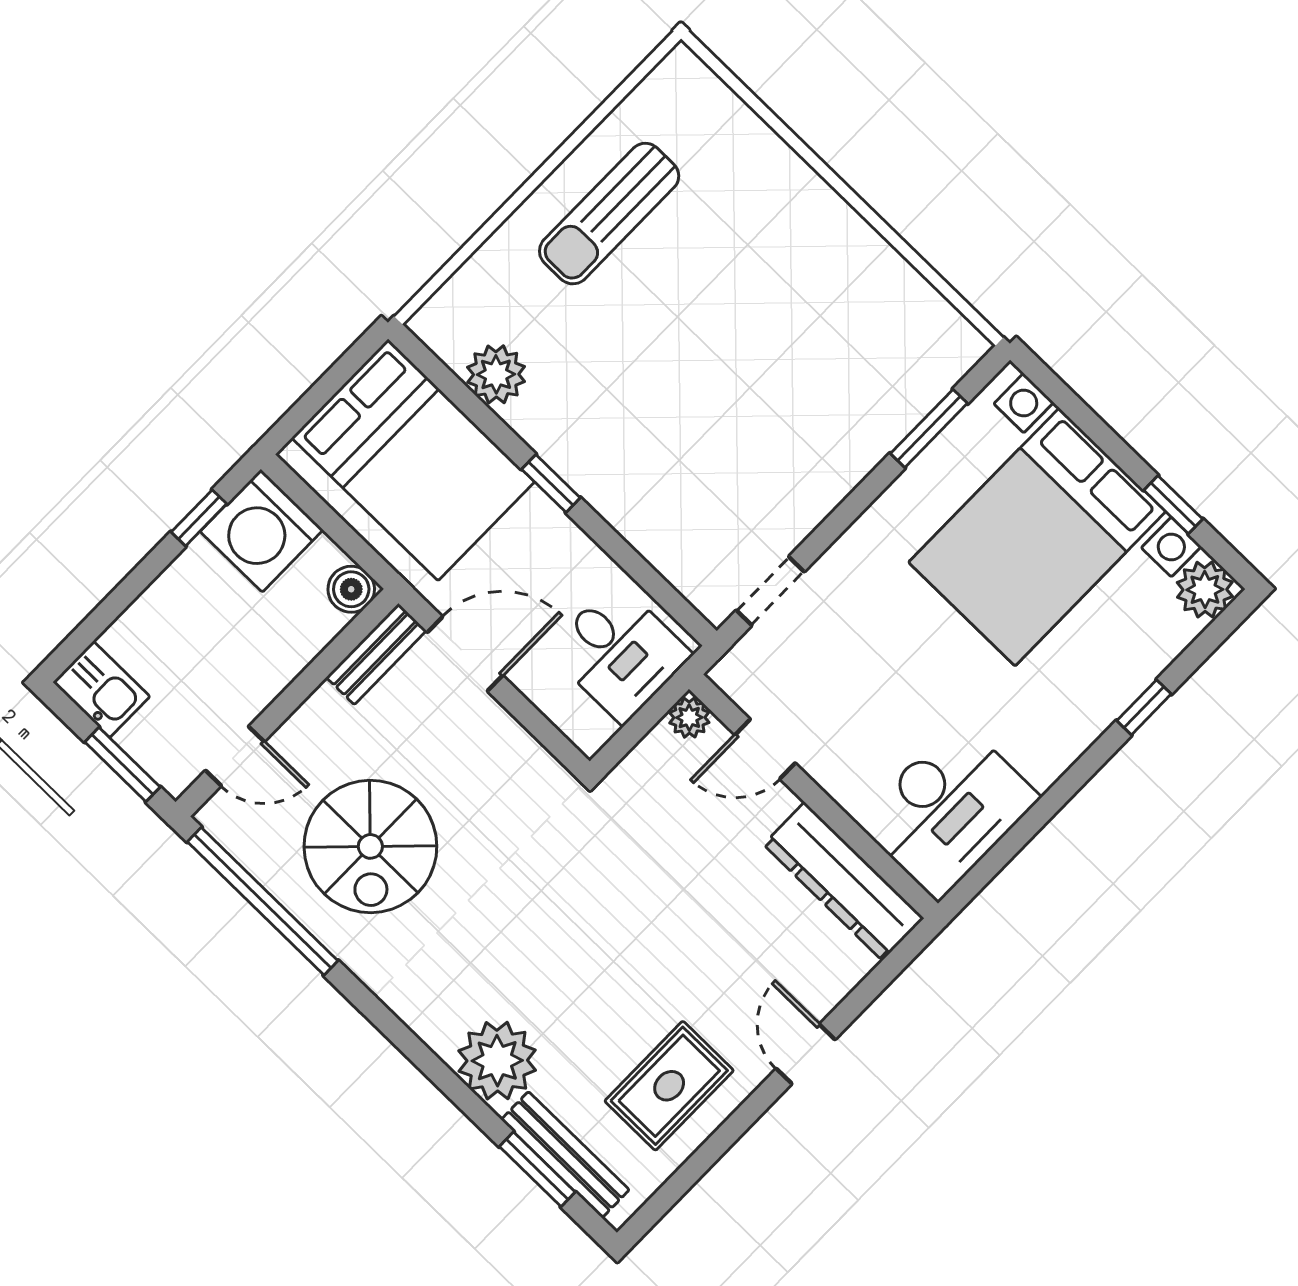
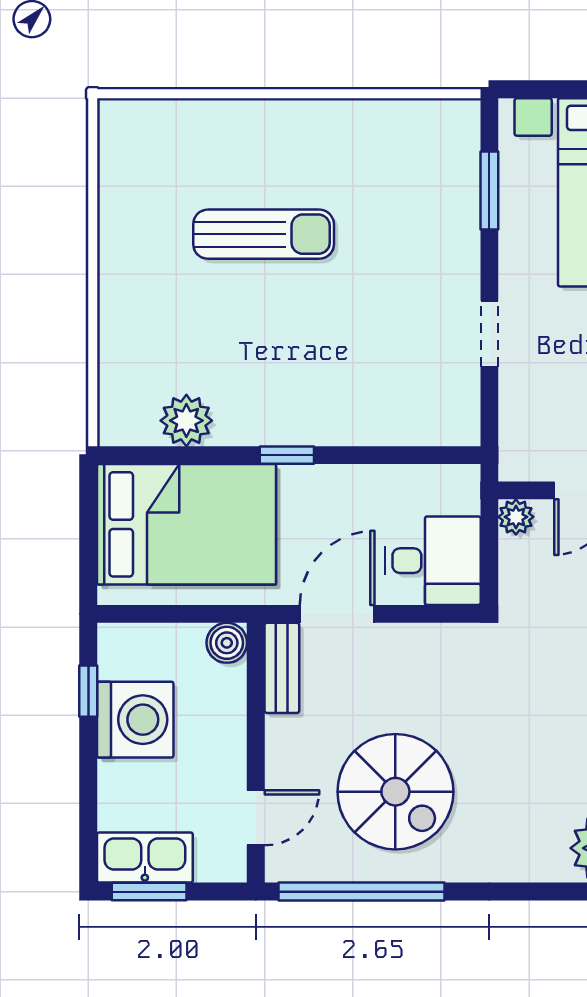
sun lounger: (609, 214) -> (264, 234), moved, turned -90
washing machine: (262, 531) -> (135, 720), moved, turned -90
doorway: (770, 591) -> (489, 334), moved
desk: (619, 653) -> (433, 561), moved
kitchen sink: (101, 689) -> (145, 858), width x1.38
window: (122, 764) -> (149, 892), moved

